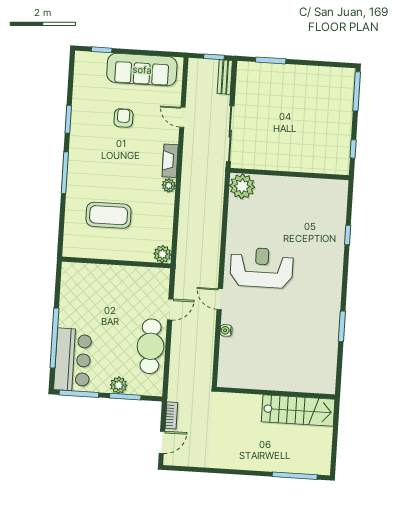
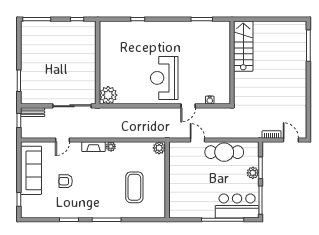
wall: (276, 393) -> (232, 62), moved
stairs: (298, 410) -> (243, 46), moved

